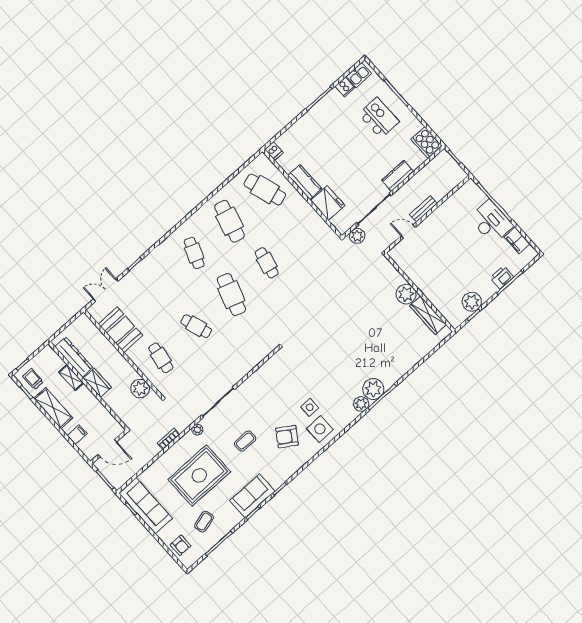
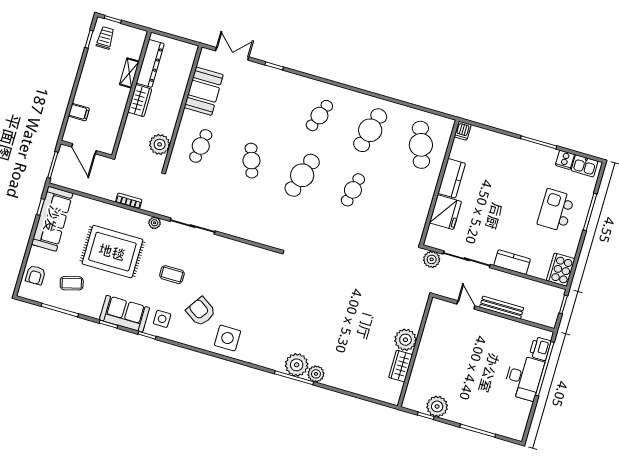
kitchen island: (379, 118) -> (556, 210), turned 180
bench: (423, 209) -> (502, 307), width x1.36
filing cabinet: (517, 240) -> (522, 413), removed
printer: (502, 277) -> (540, 349), moved, turned -90
wardrobe: (428, 315) -> (401, 366), width x0.67
plant: (361, 404) -> (316, 374), moved
side table: (310, 407) -> (162, 319), moved
shelving: (53, 408) -> (90, 74), removed

